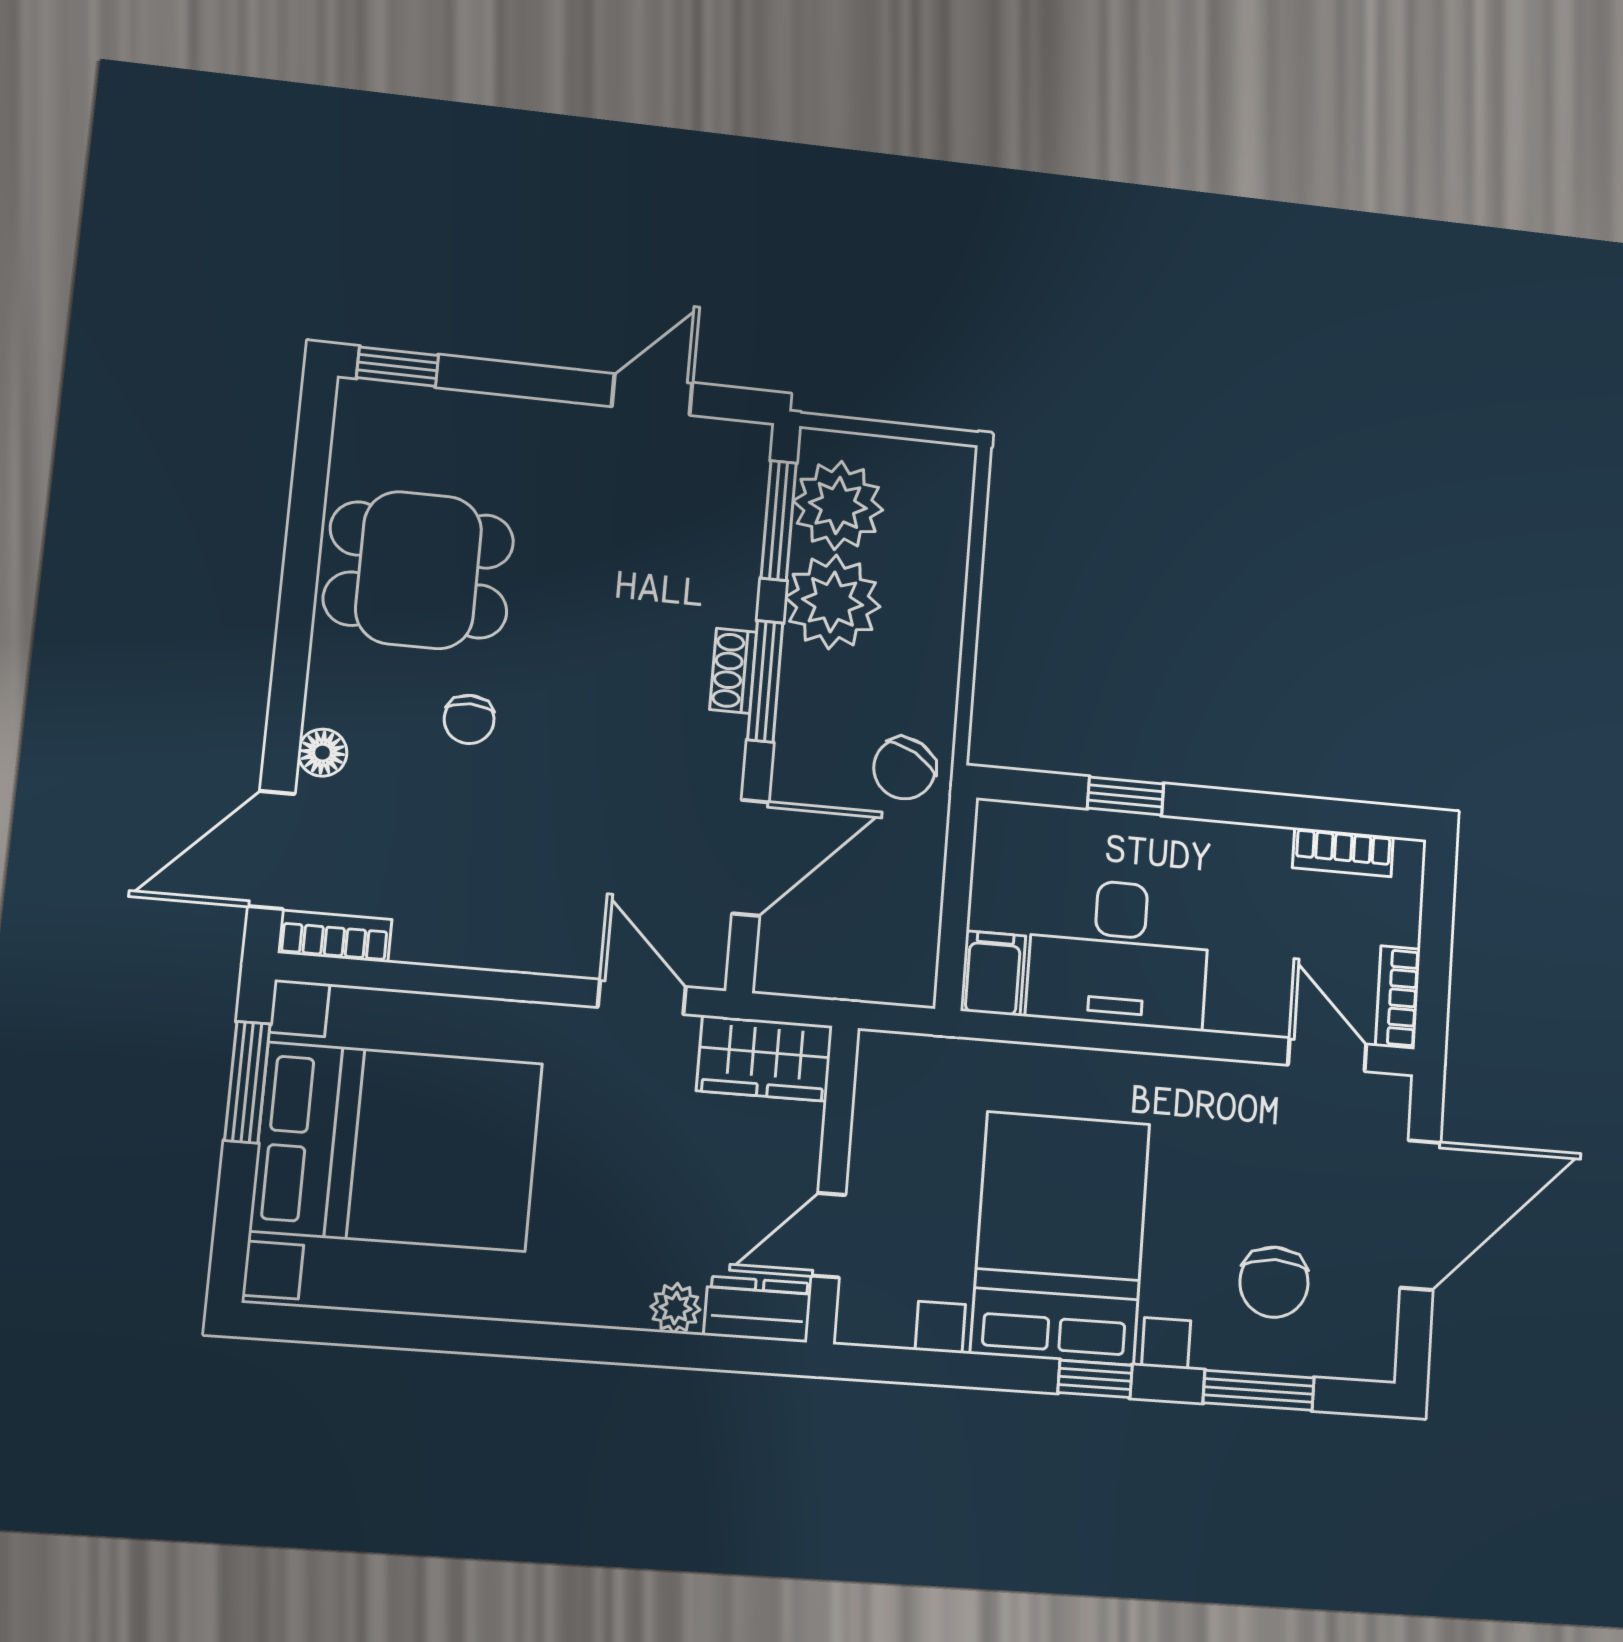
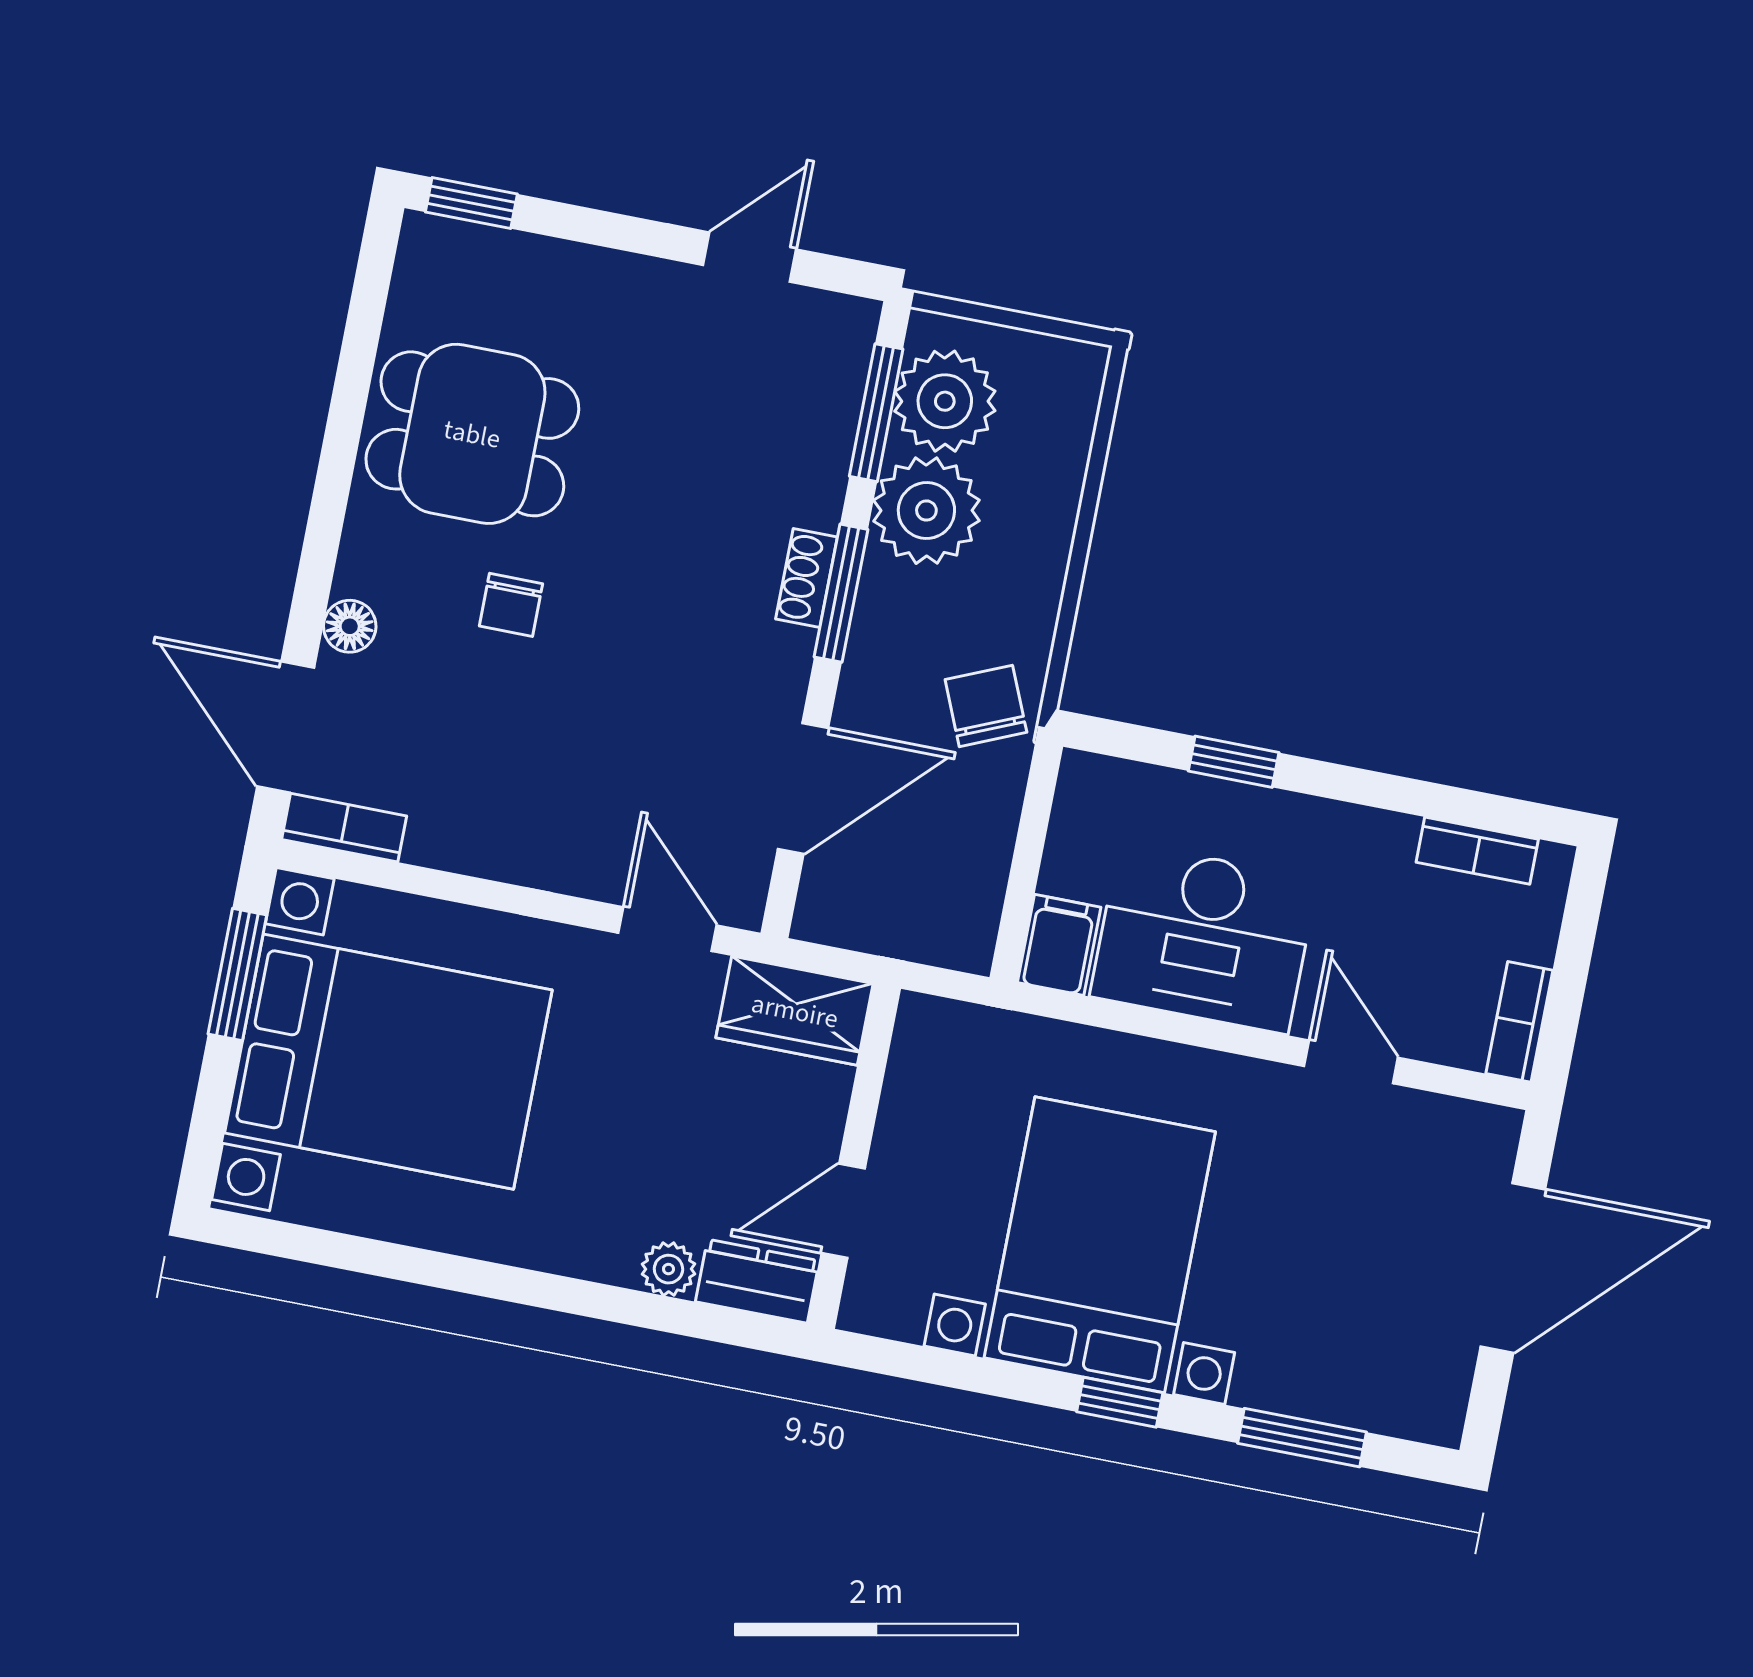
chair: (904, 768) -> (986, 706), turned 127
door: (271, 850) -> (286, 727), hinge flipped
door: (1327, 1055) -> (1351, 1062), moved
chair: (1274, 1282) -> (1335, 1322), removed

